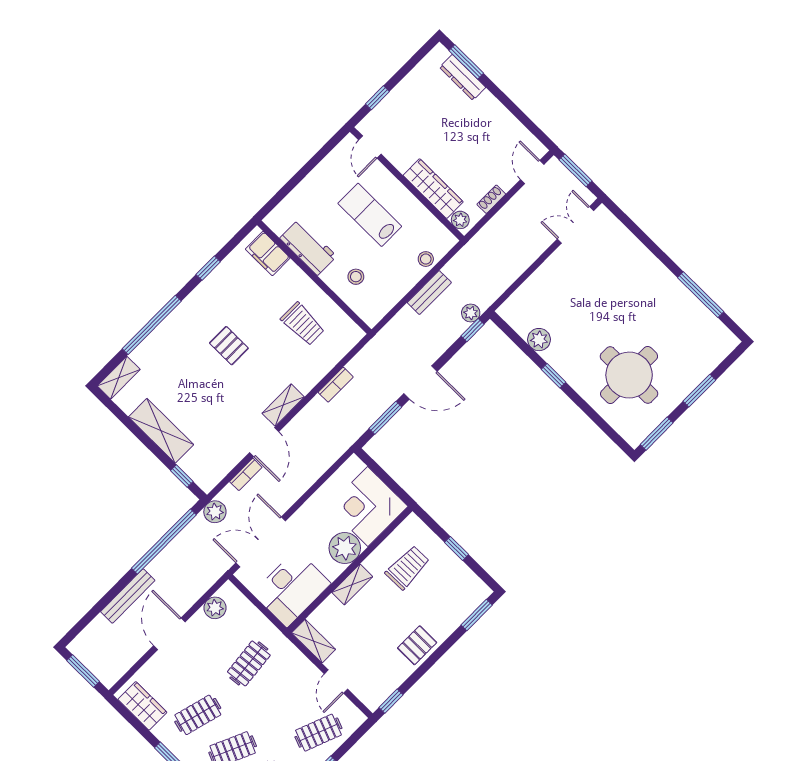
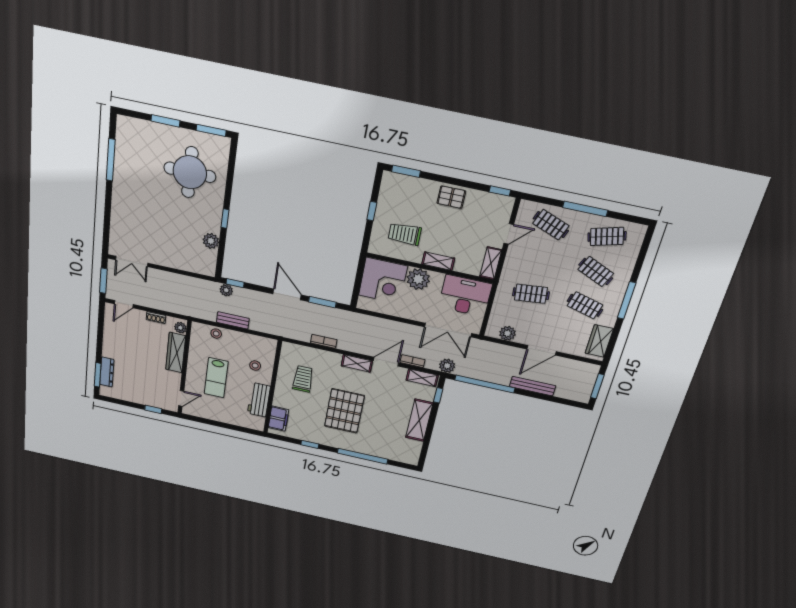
pallet: (229, 346) -> (344, 411), width x2.05, depth x2.00
shelving: (119, 378) -> (422, 378), moved

